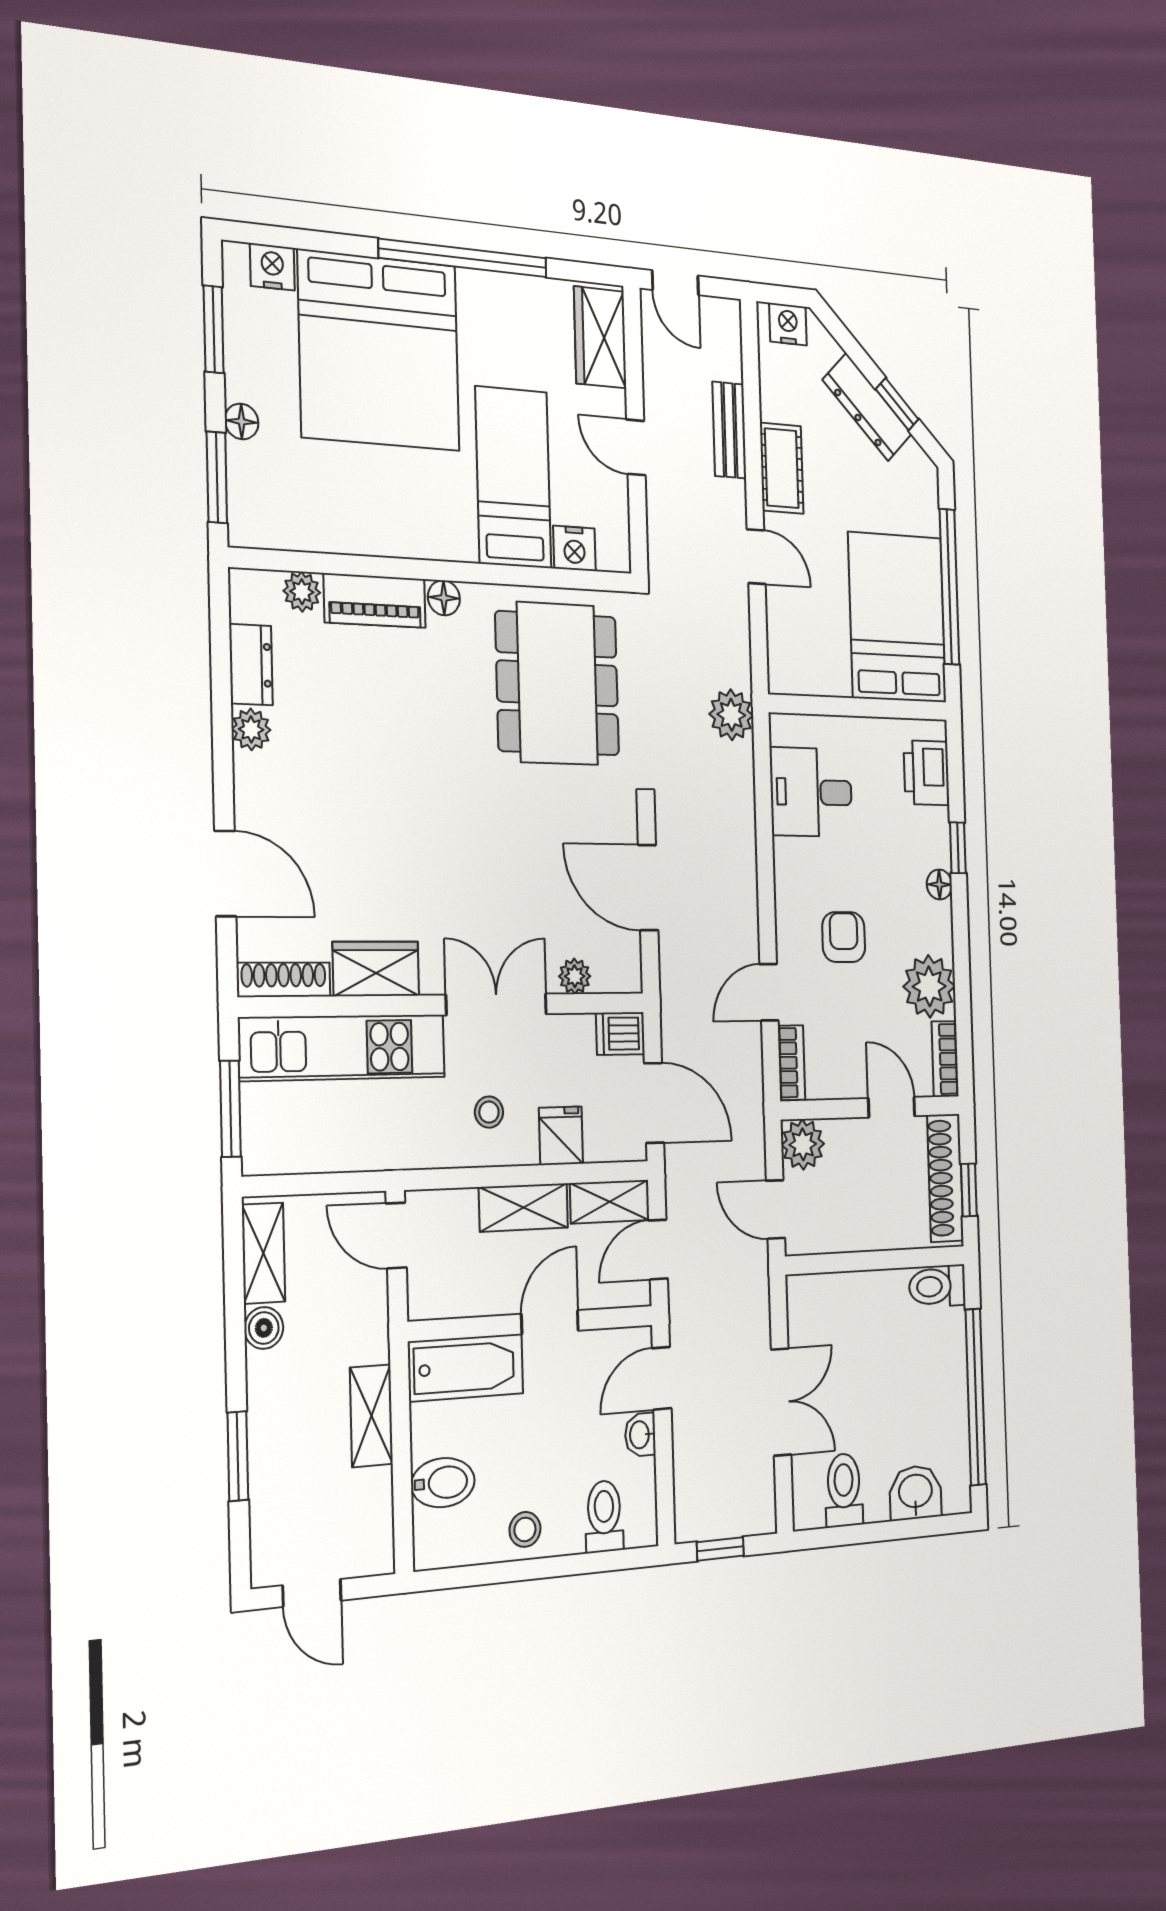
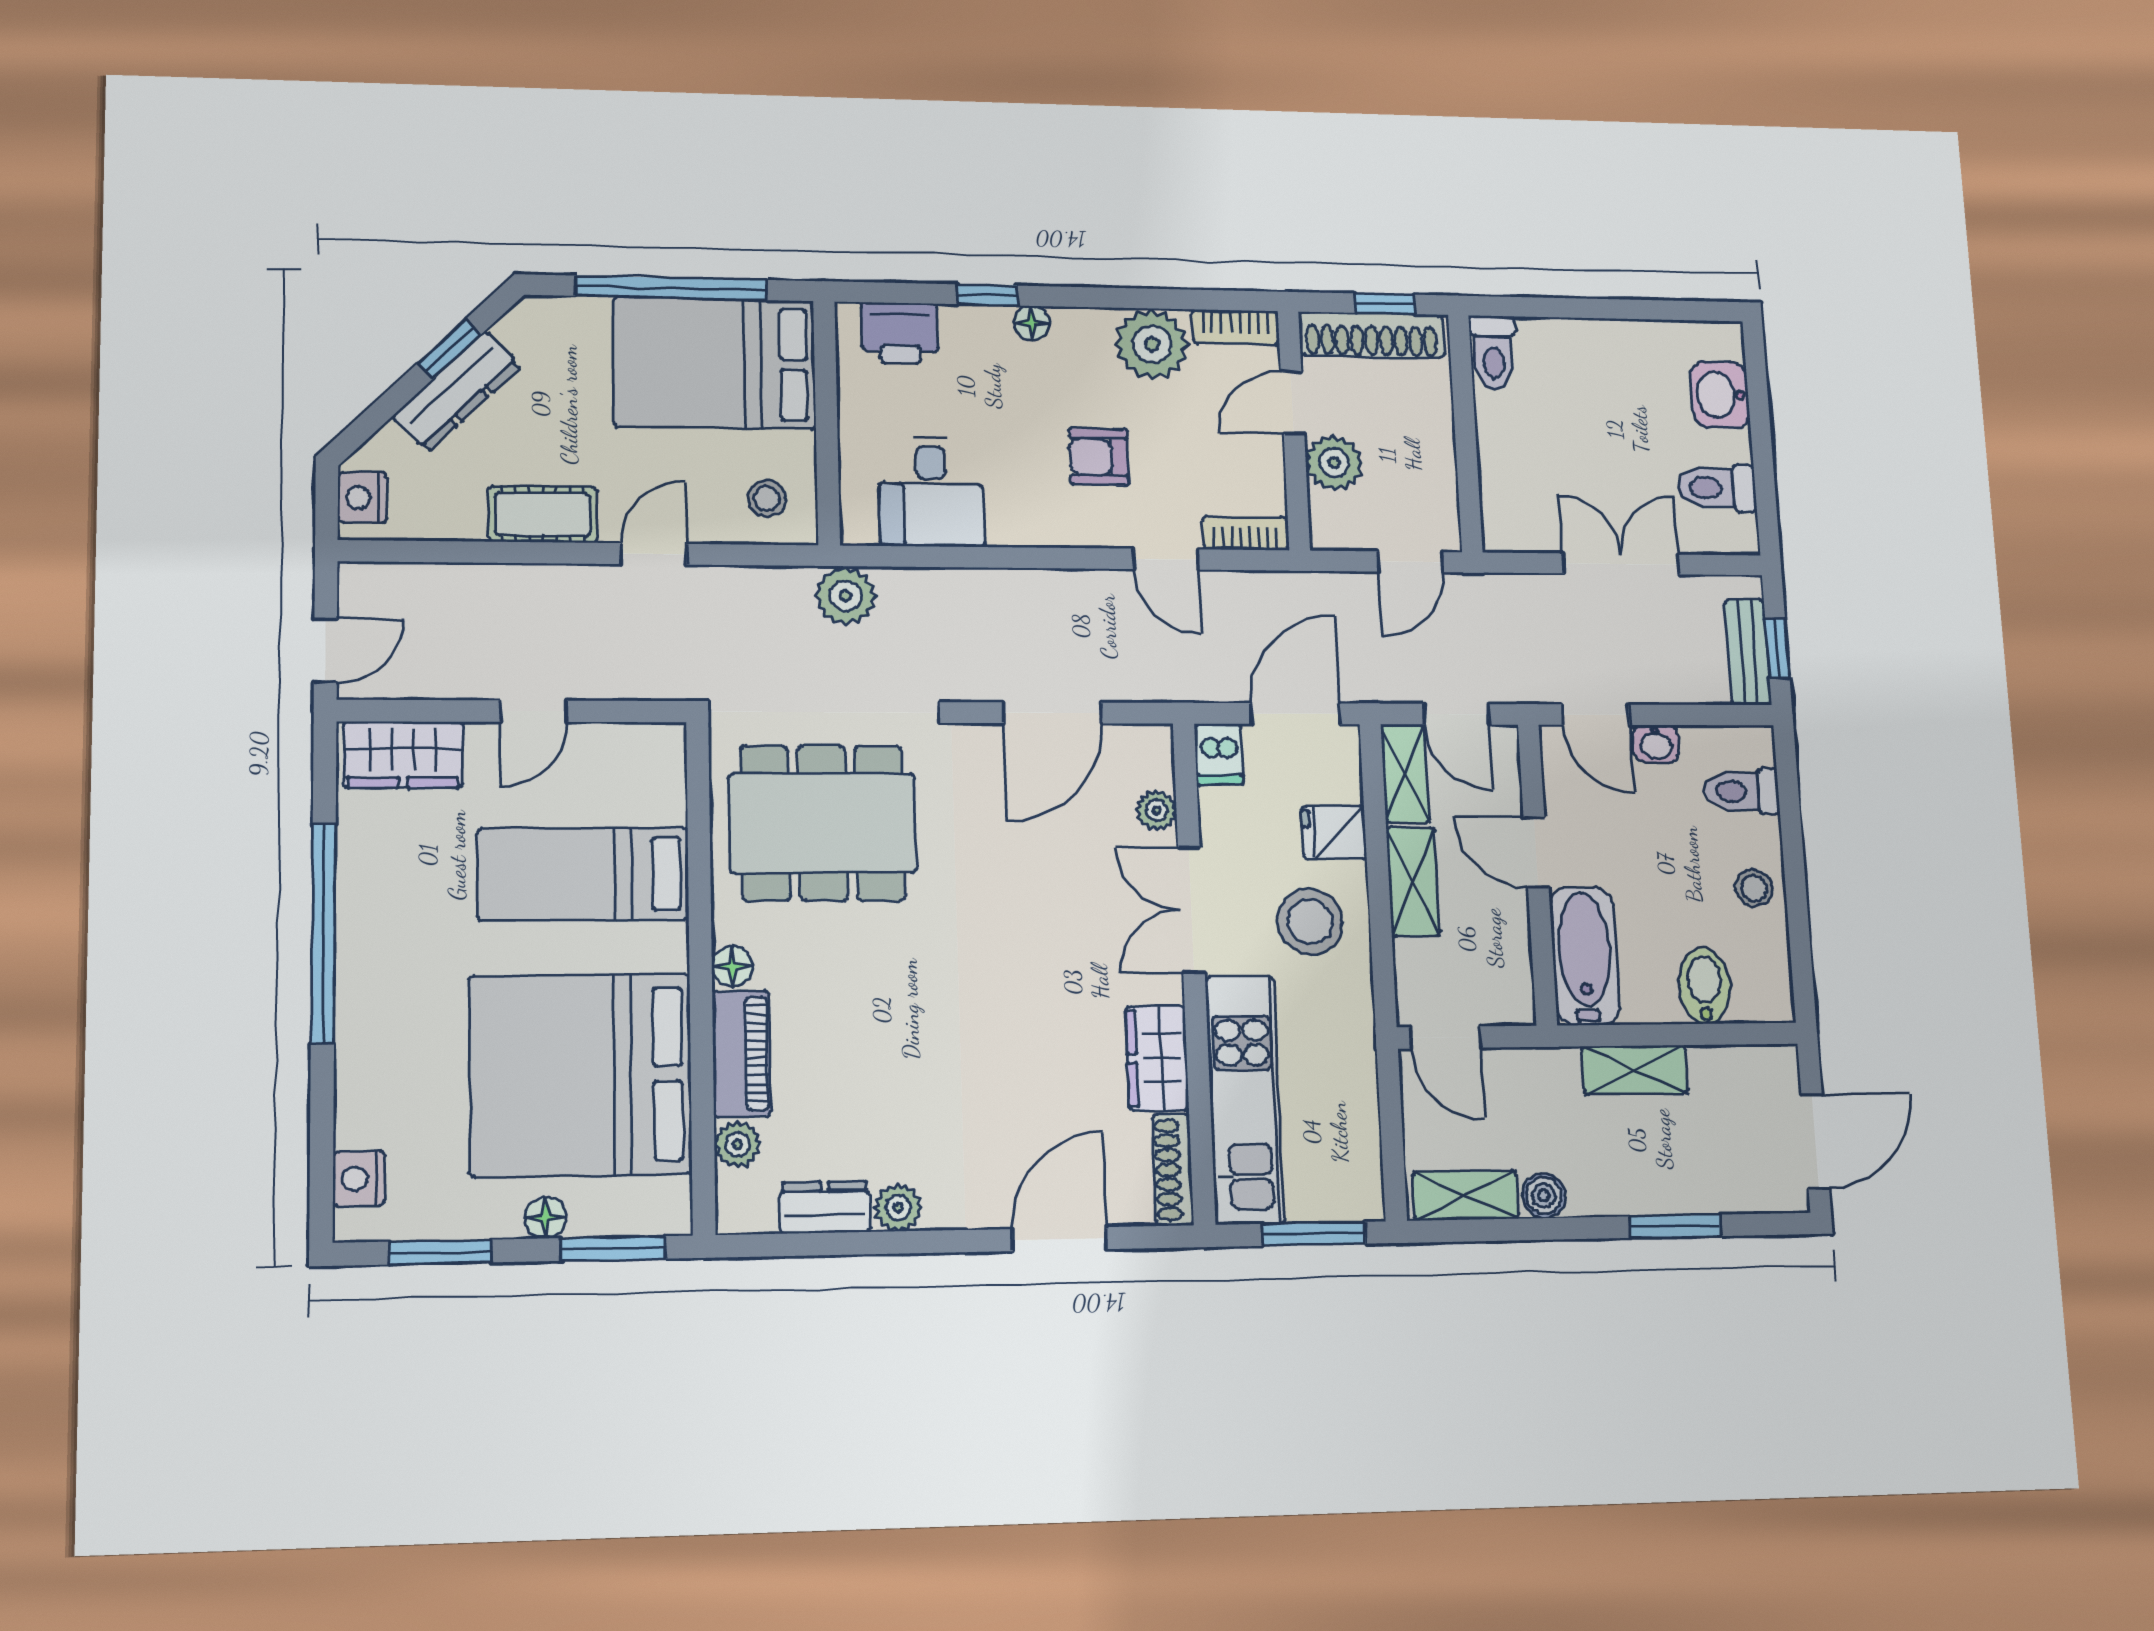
bed: (379, 351) -> (581, 1075), moved, turned 180
bench: (729, 430) -> (1748, 652), moved, turned 90
nightstand: (574, 548) -> (662, 796), removed
stool: (801, 654) -> (767, 498), added
stool: (489, 1112) -> (1310, 922), width x1.89, depth x1.89
plant: (803, 1144) -> (1334, 463), moved
door: (396, 1236) -> (1445, 1037), hinge flipped
window: (976, 1397) -> (1616, 309), removed
door: (312, 1593) -> (1815, 1141), width x1.38

